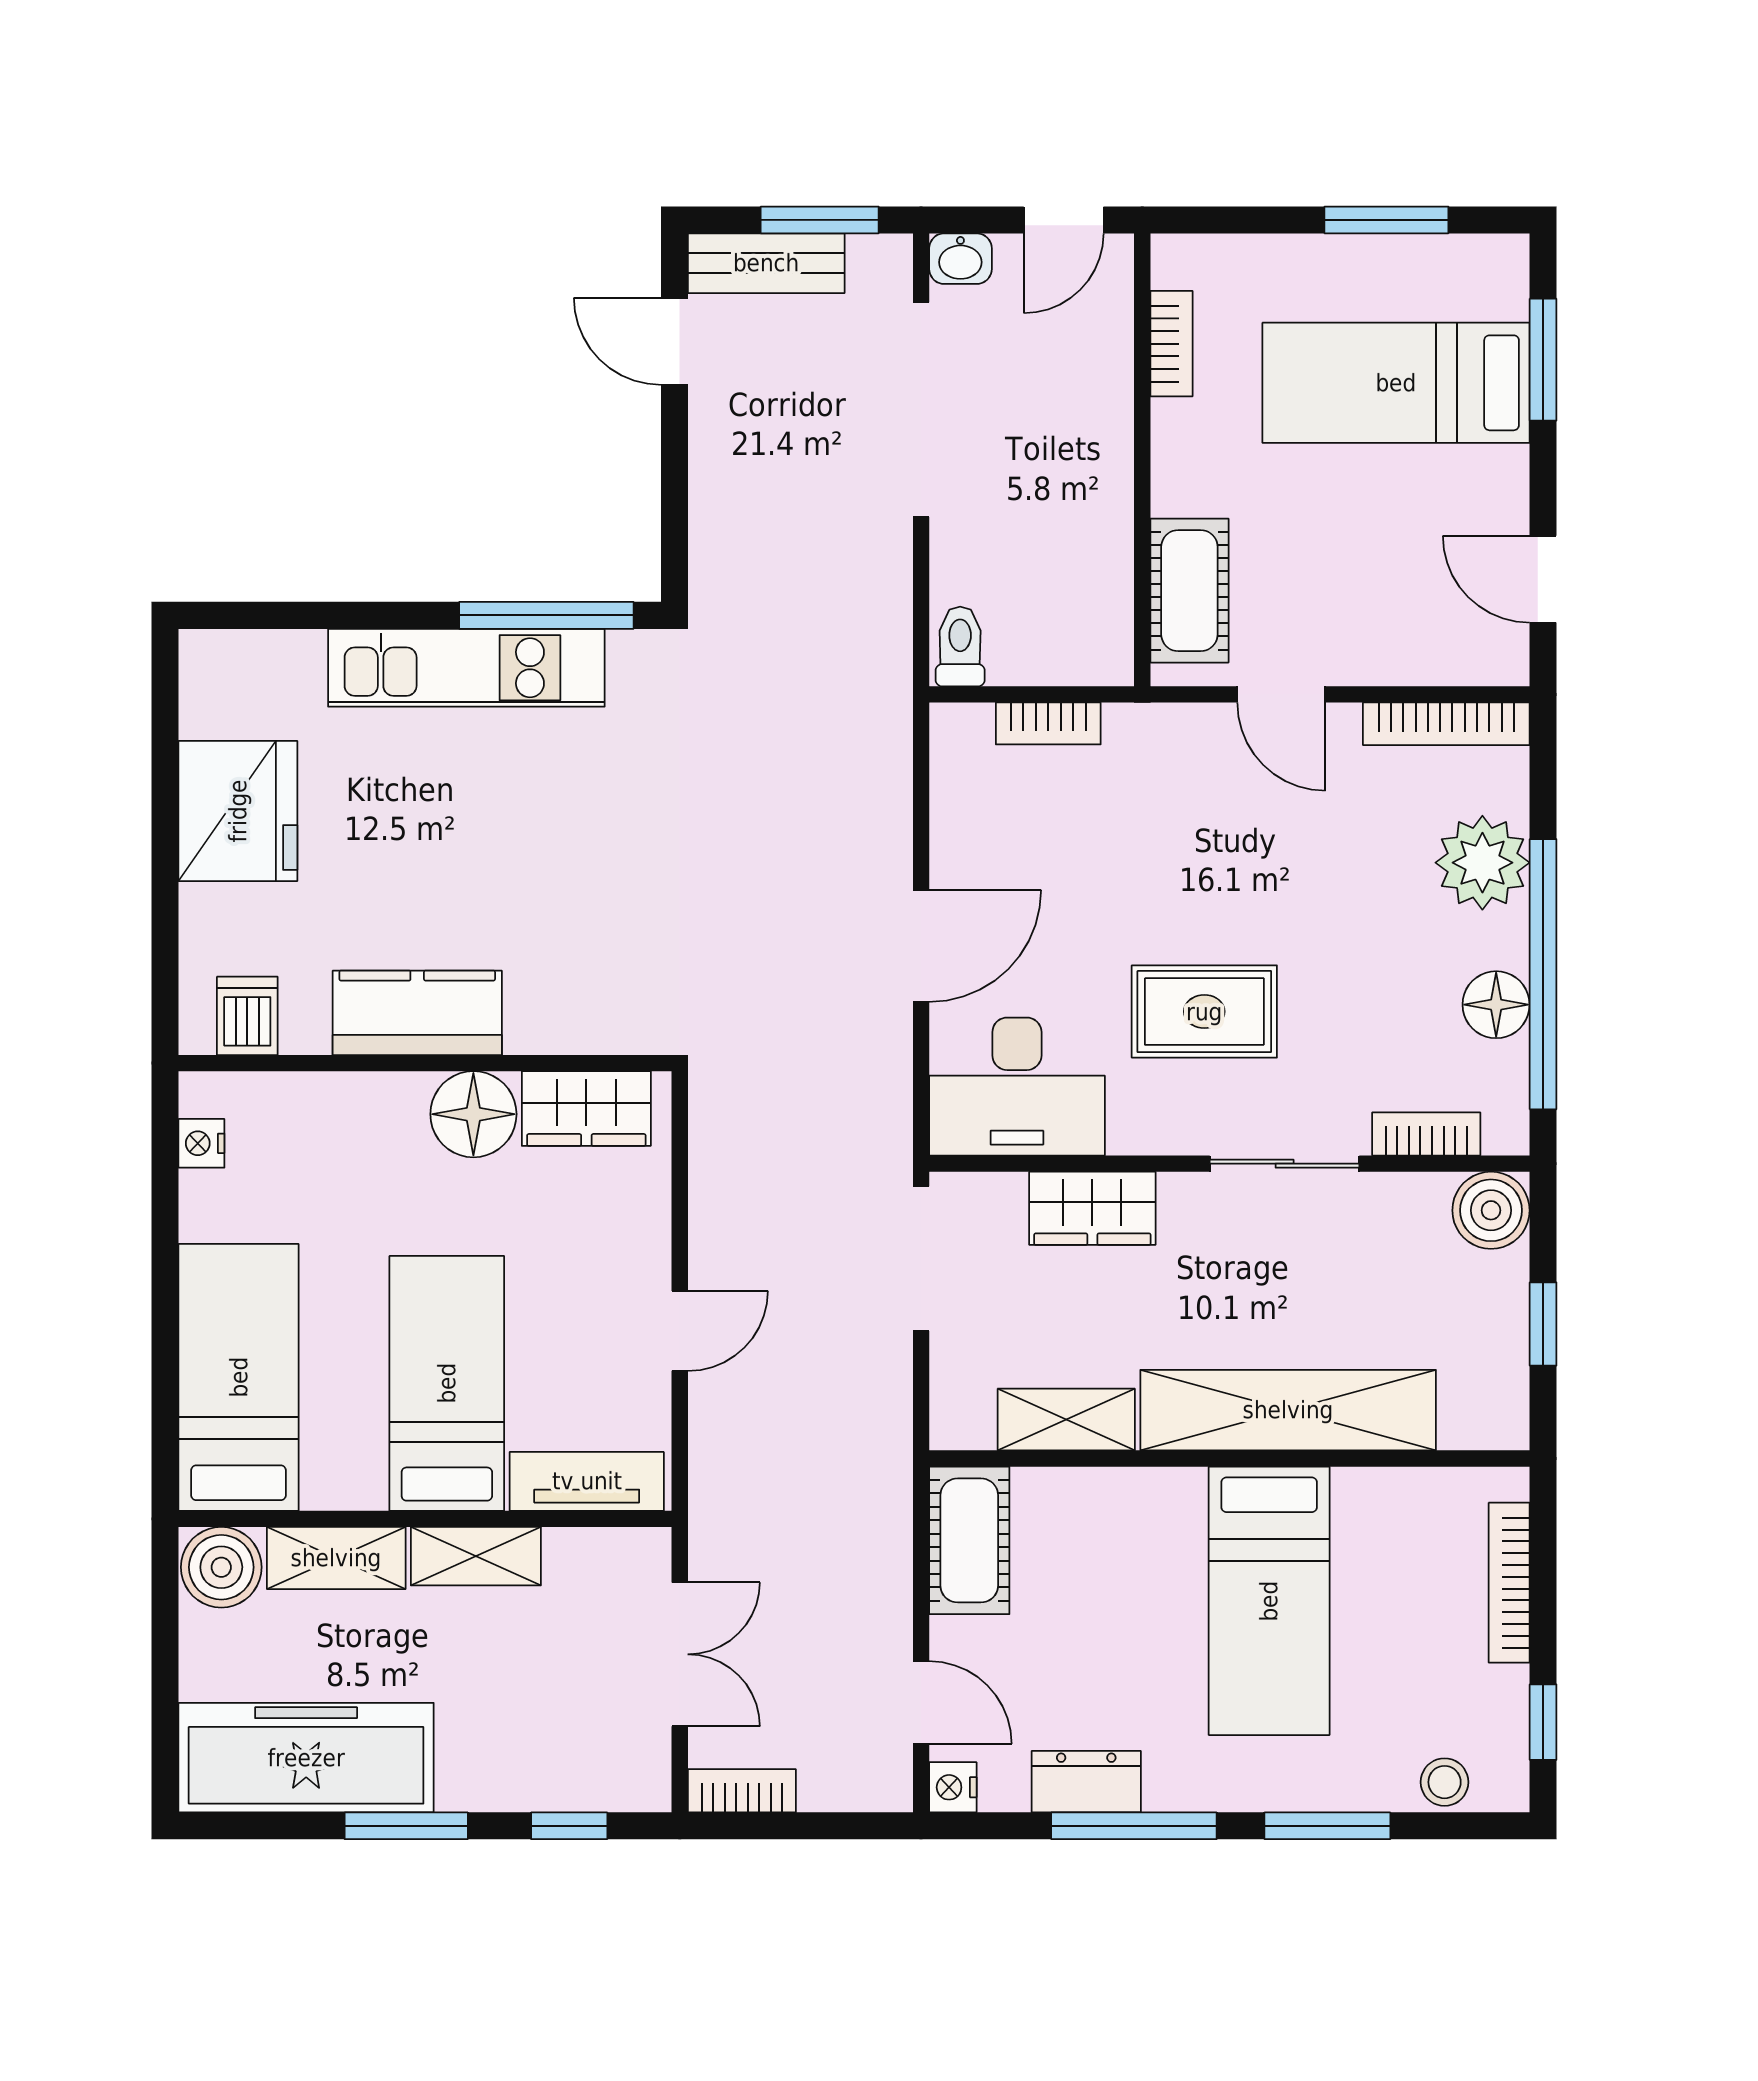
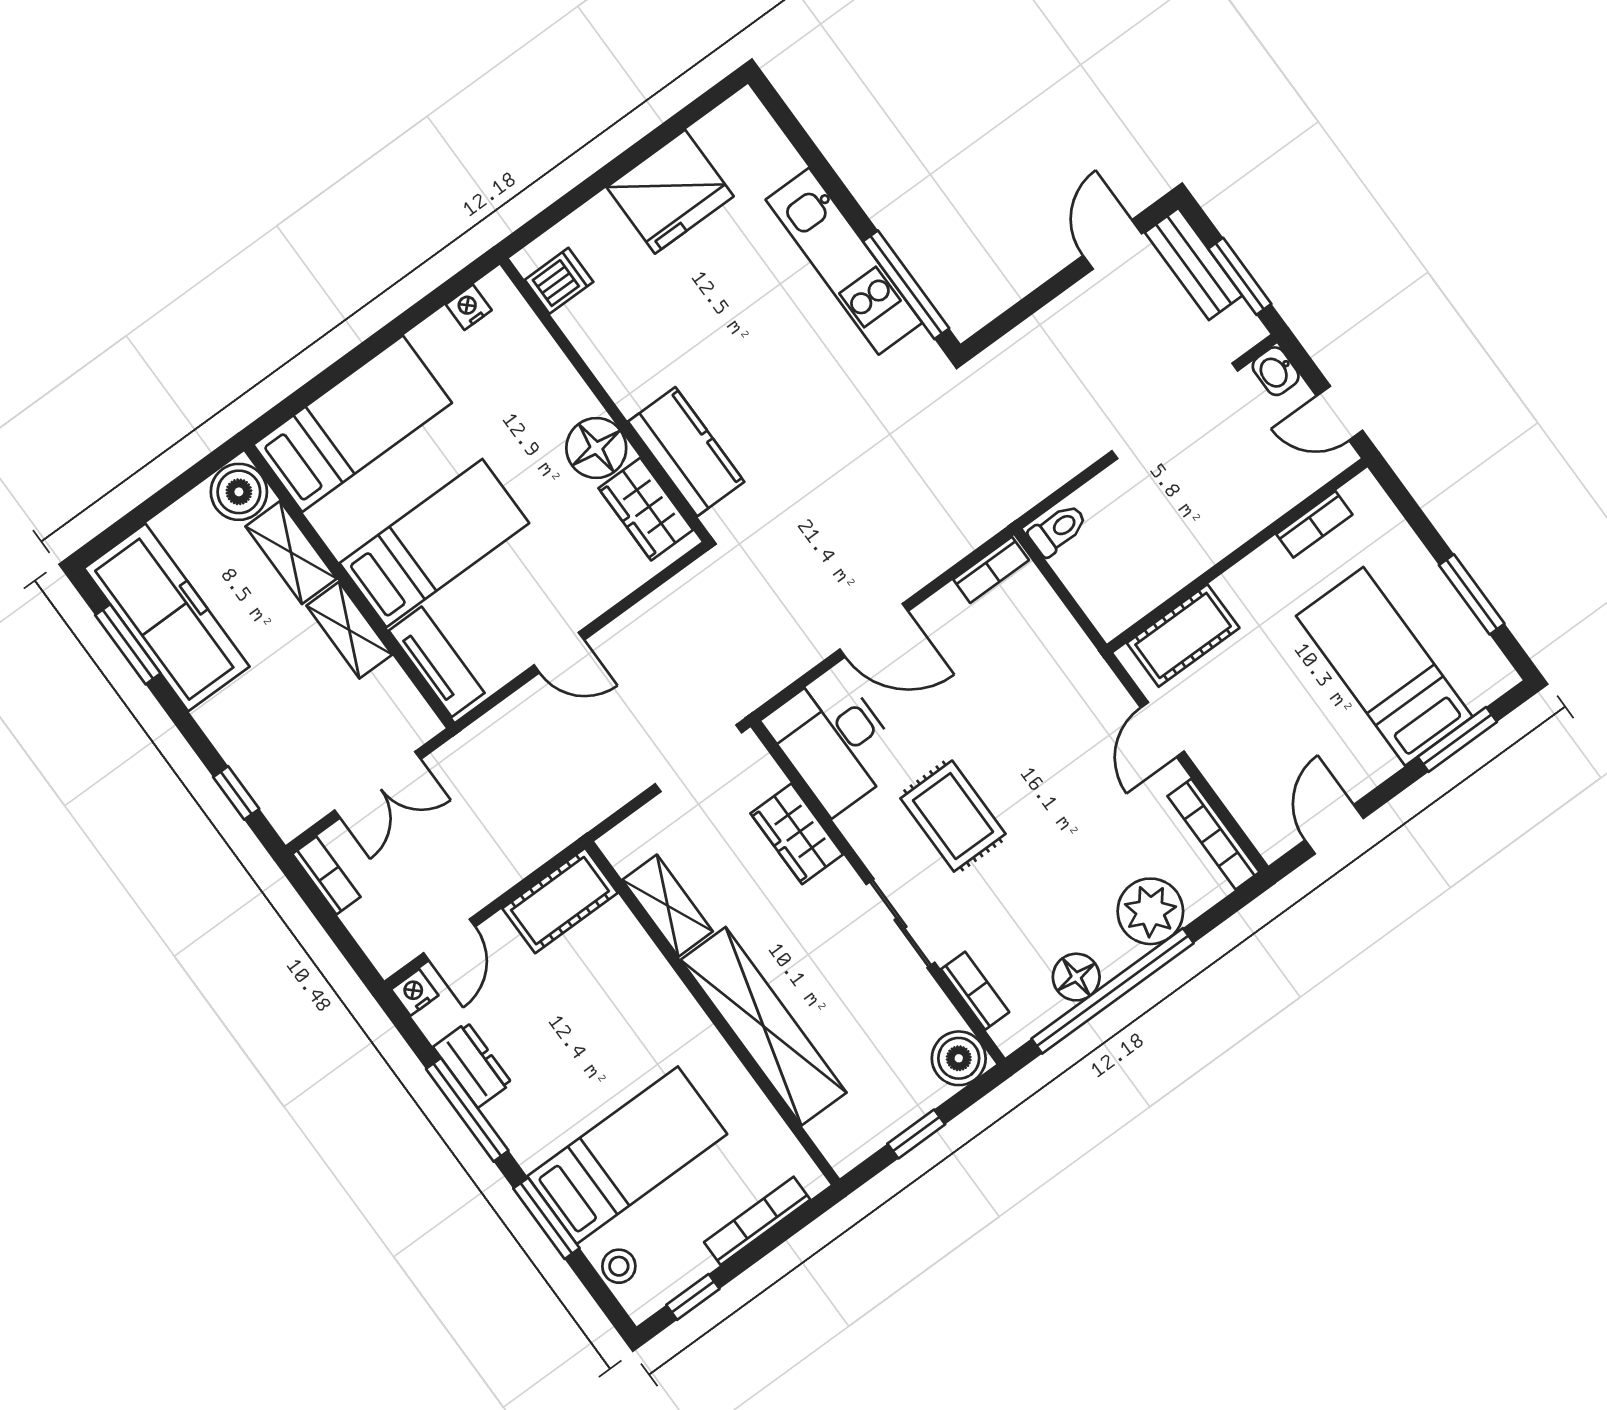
bookcase: (1048, 723) -> (991, 570), moved, turned -90
kitchen counter: (417, 1013) -> (686, 452), moved
bed: (1269, 1601) -> (627, 1155), moved, turned 180
window: (406, 1826) -> (128, 644), moved

